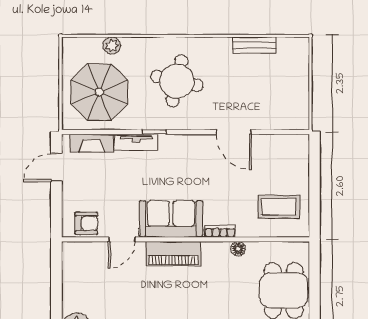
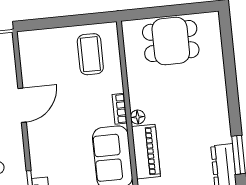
floor lamp: (238, 249) -> (138, 117), moved

